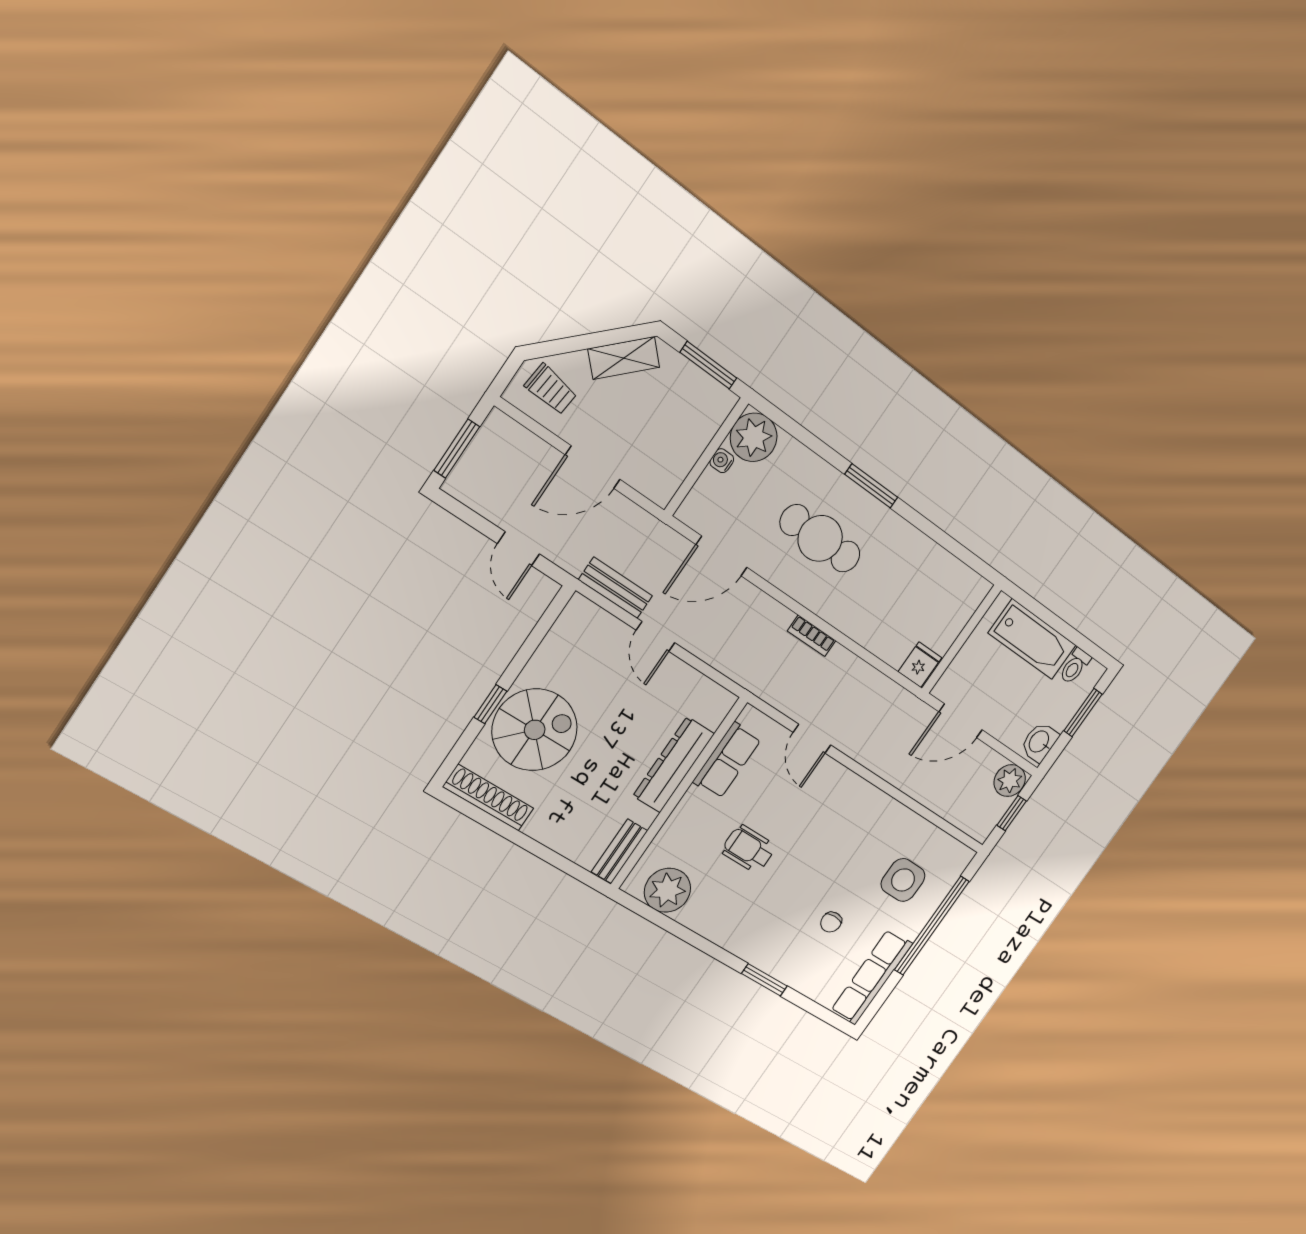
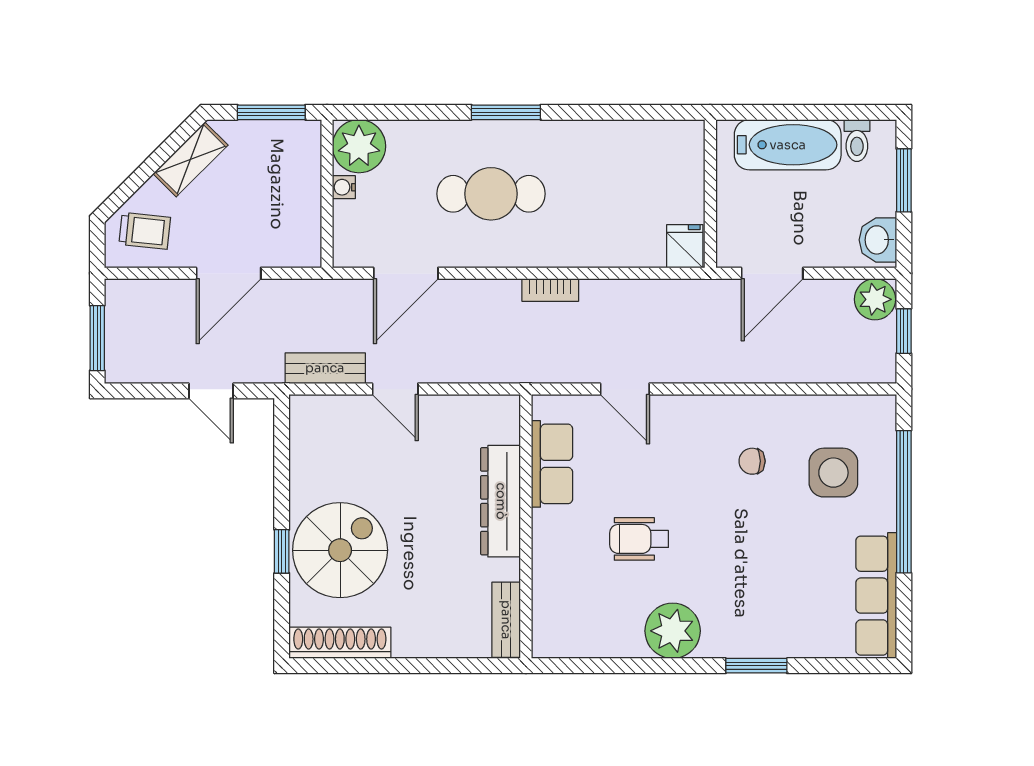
plant: (667, 890) -> (673, 631), moved
chair: (831, 922) -> (752, 461), moved, turned 90

